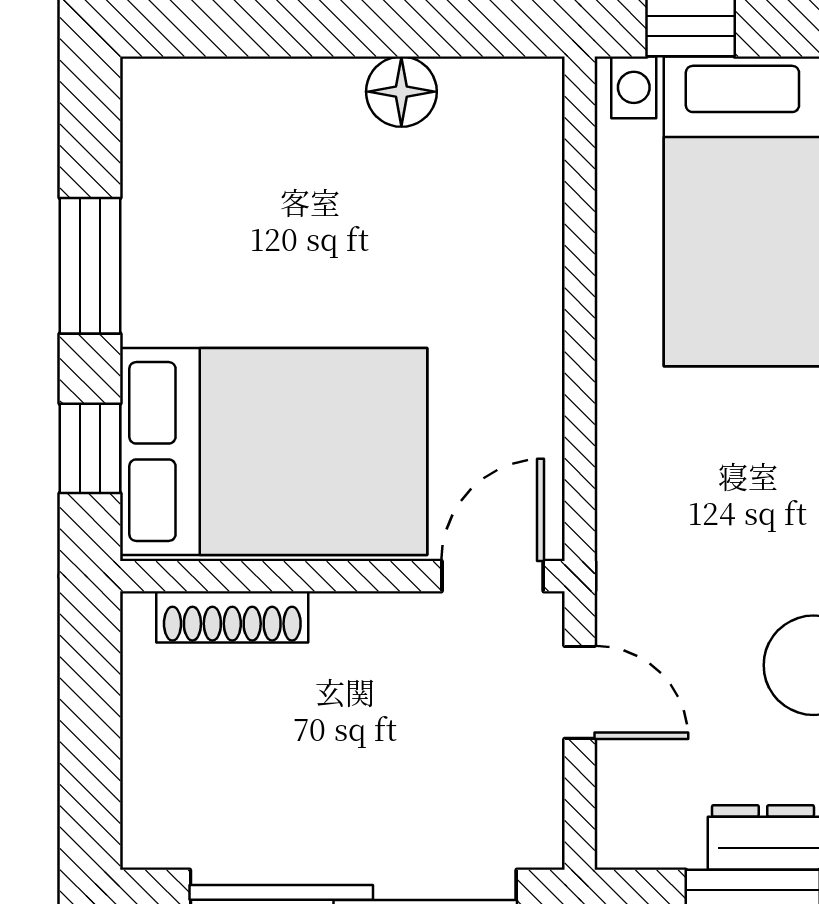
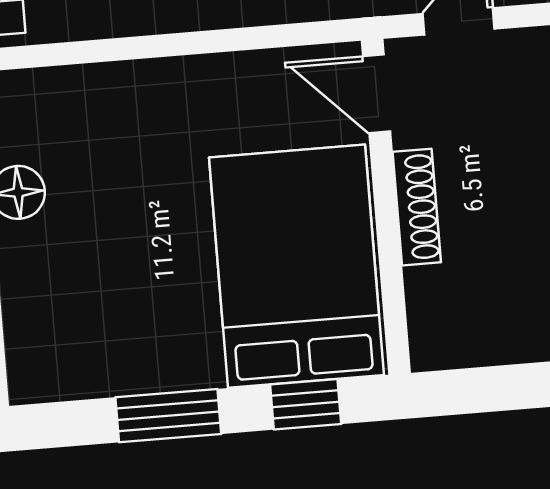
shoe rack: (232, 617) -> (417, 207), moved

